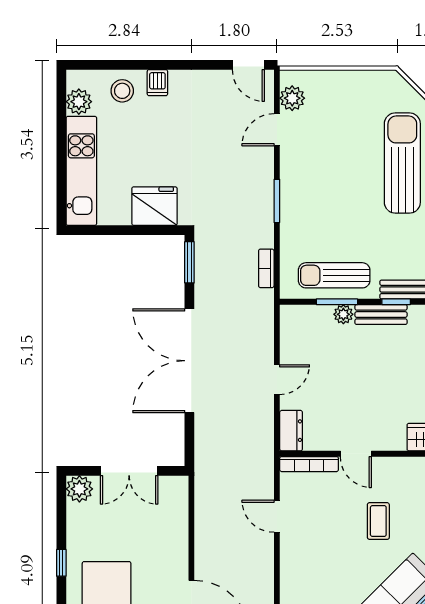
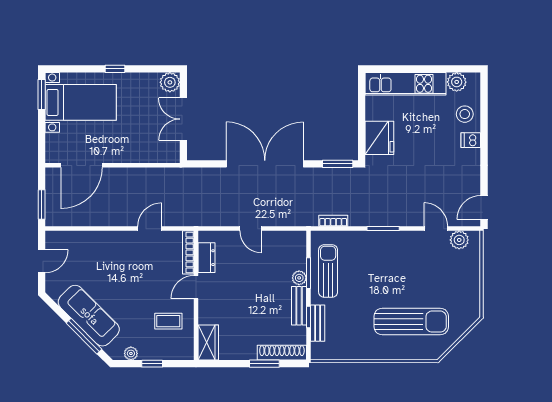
dresser: (291, 431) -> (206, 258), moved, turned -90
coffee table: (378, 521) -> (168, 321), moved

